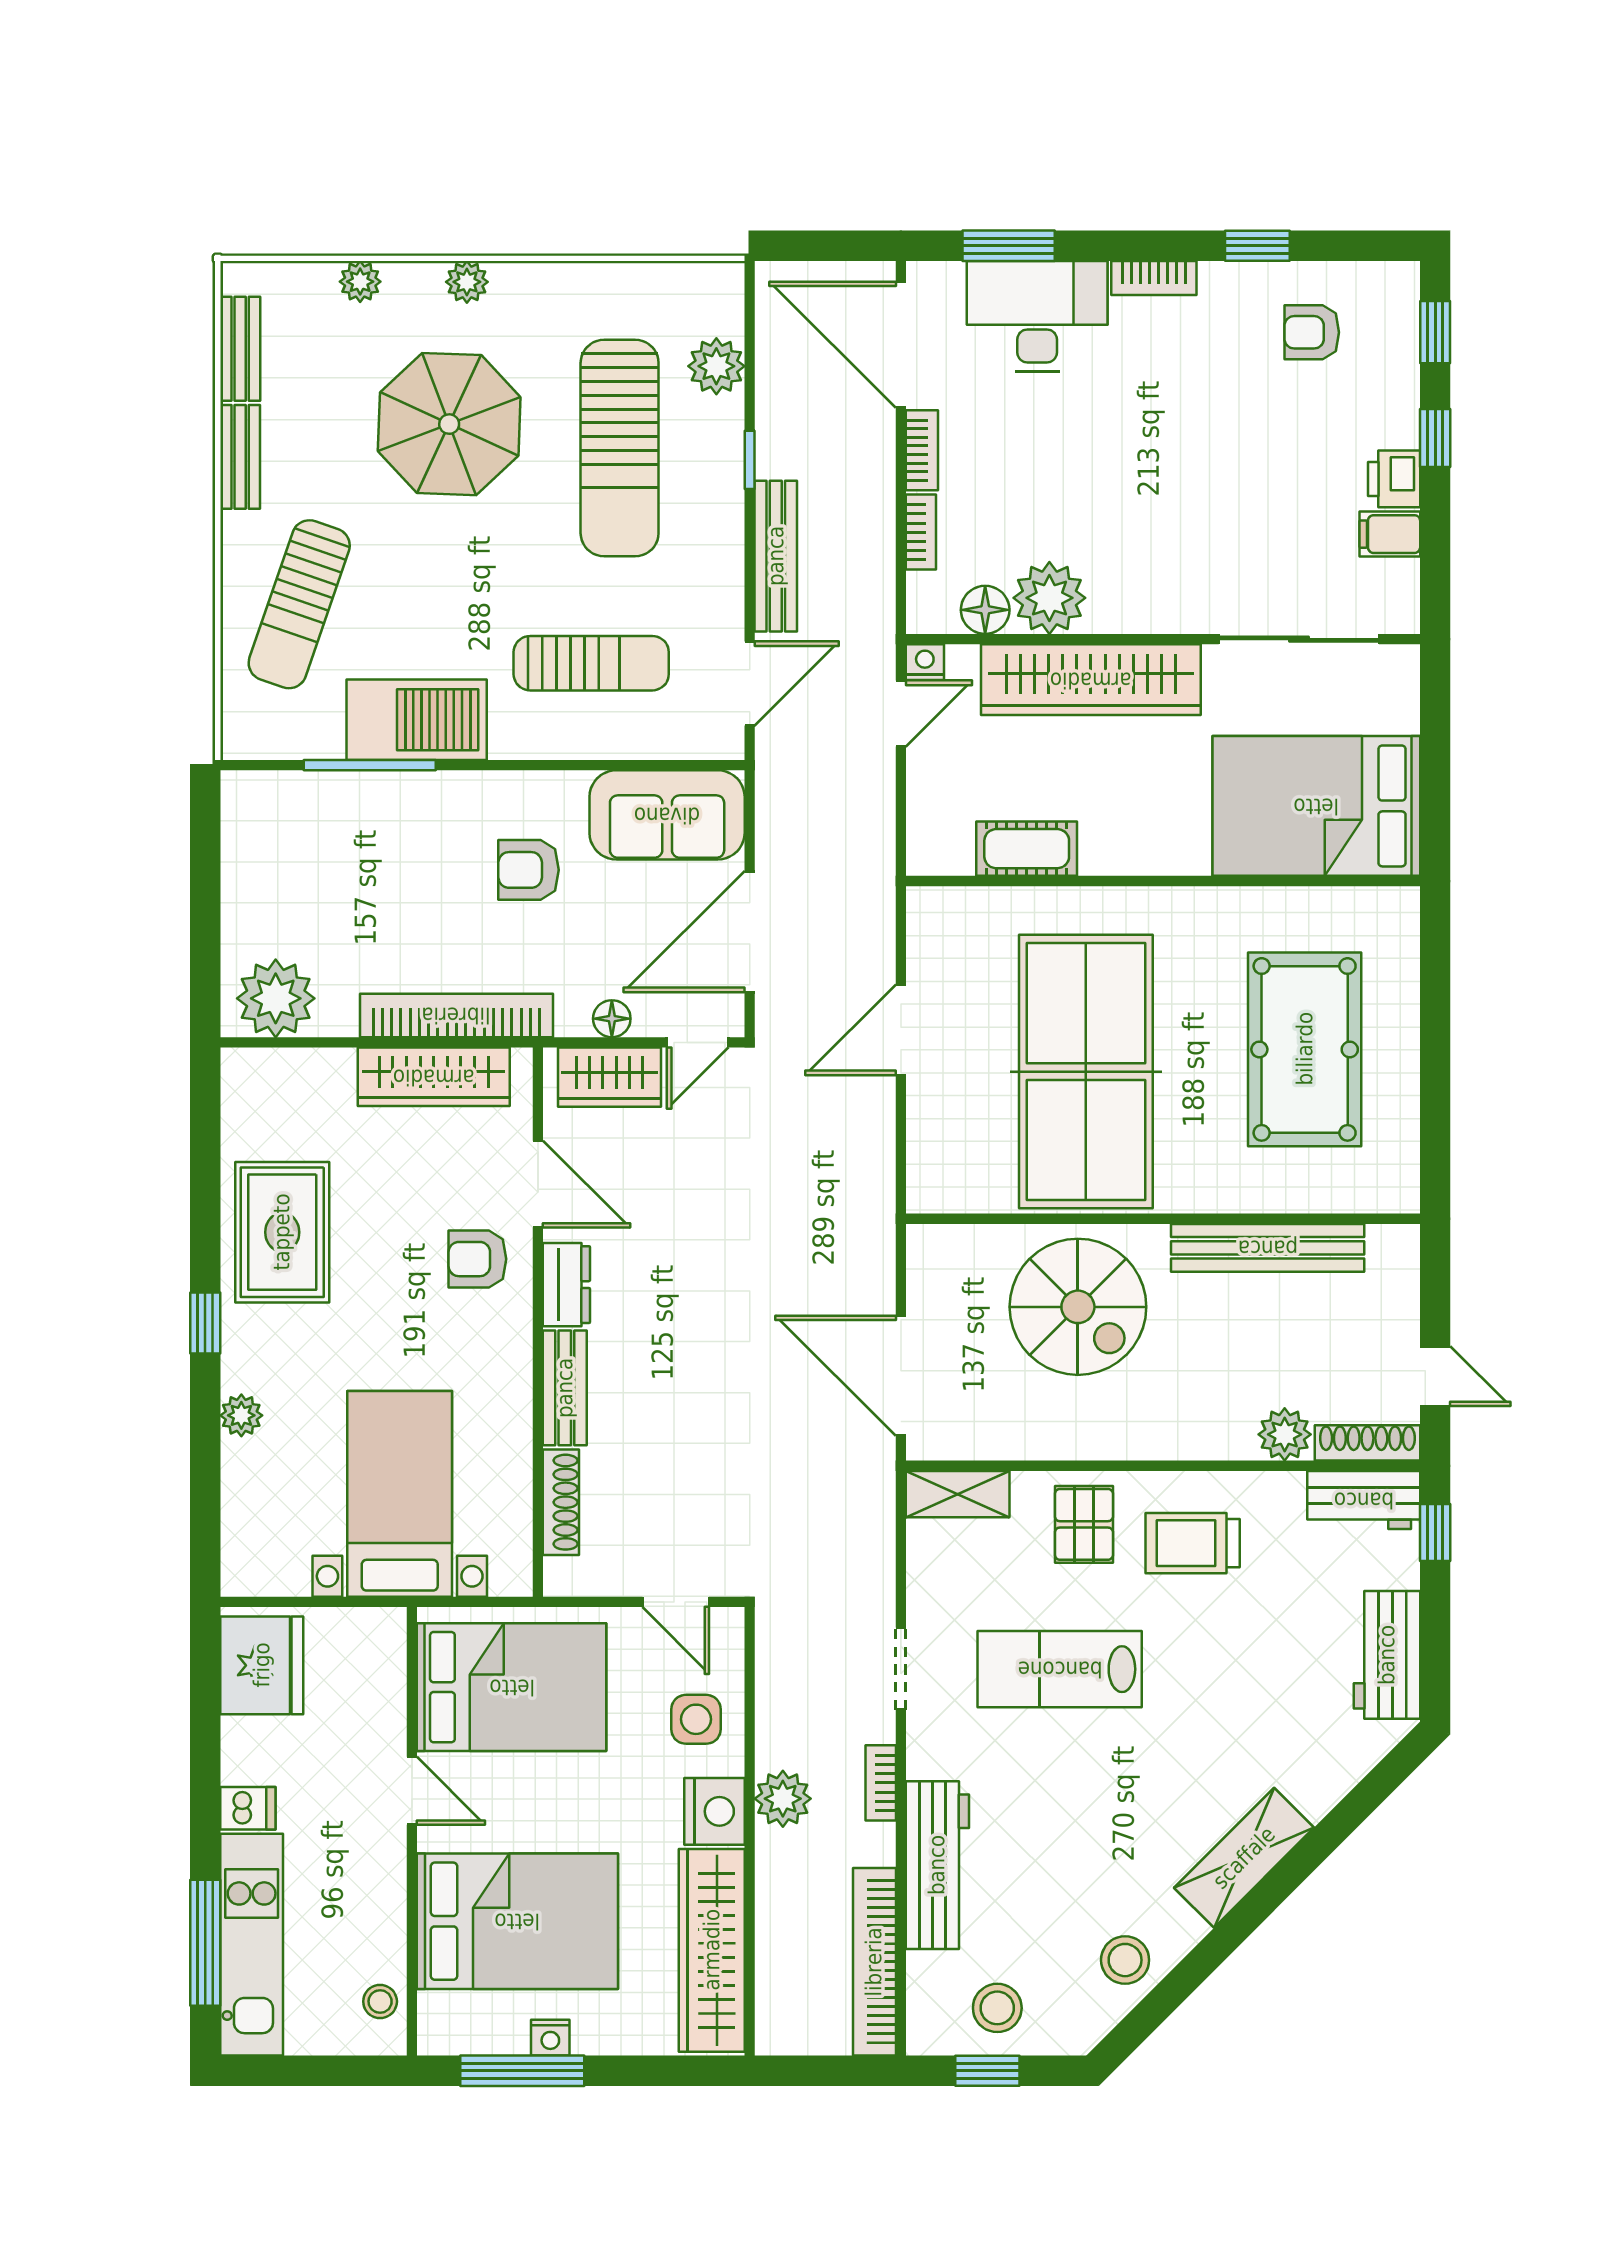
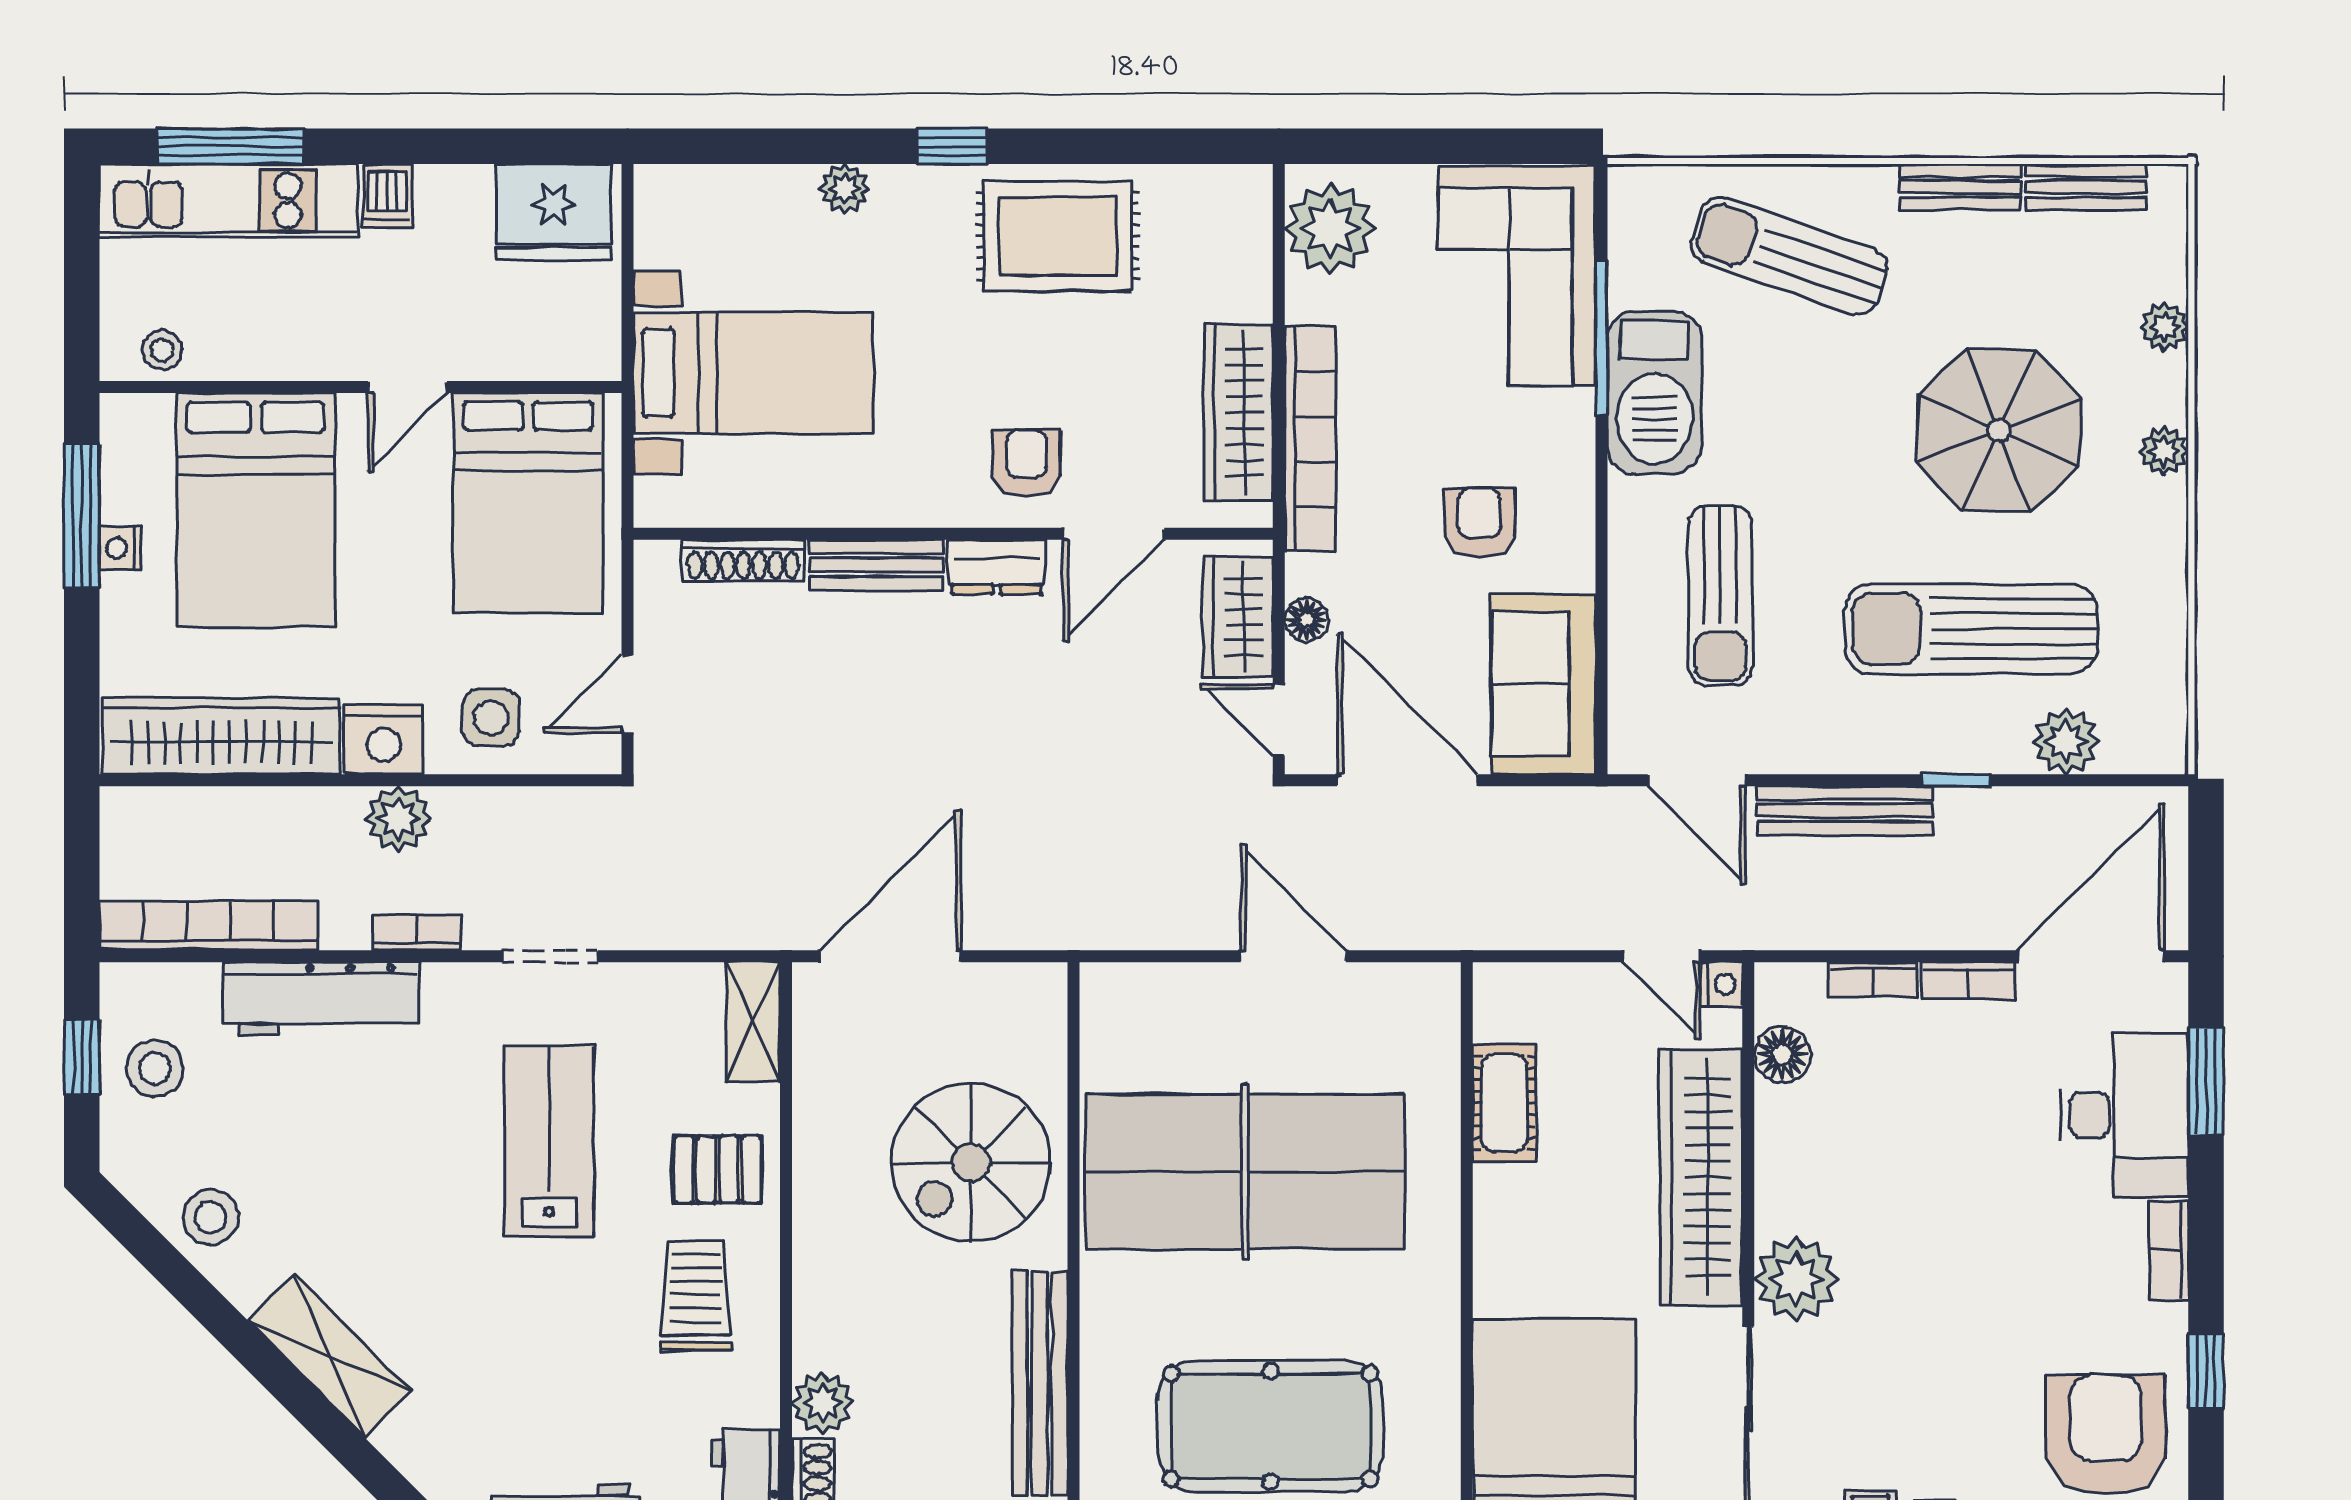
armchair: (1312, 332) -> (2105, 1435), width x1.88, depth x1.88
plant: (1049, 598) -> (1796, 1279), moved
corner sofa: (317, 838) -> (1517, 276), added

